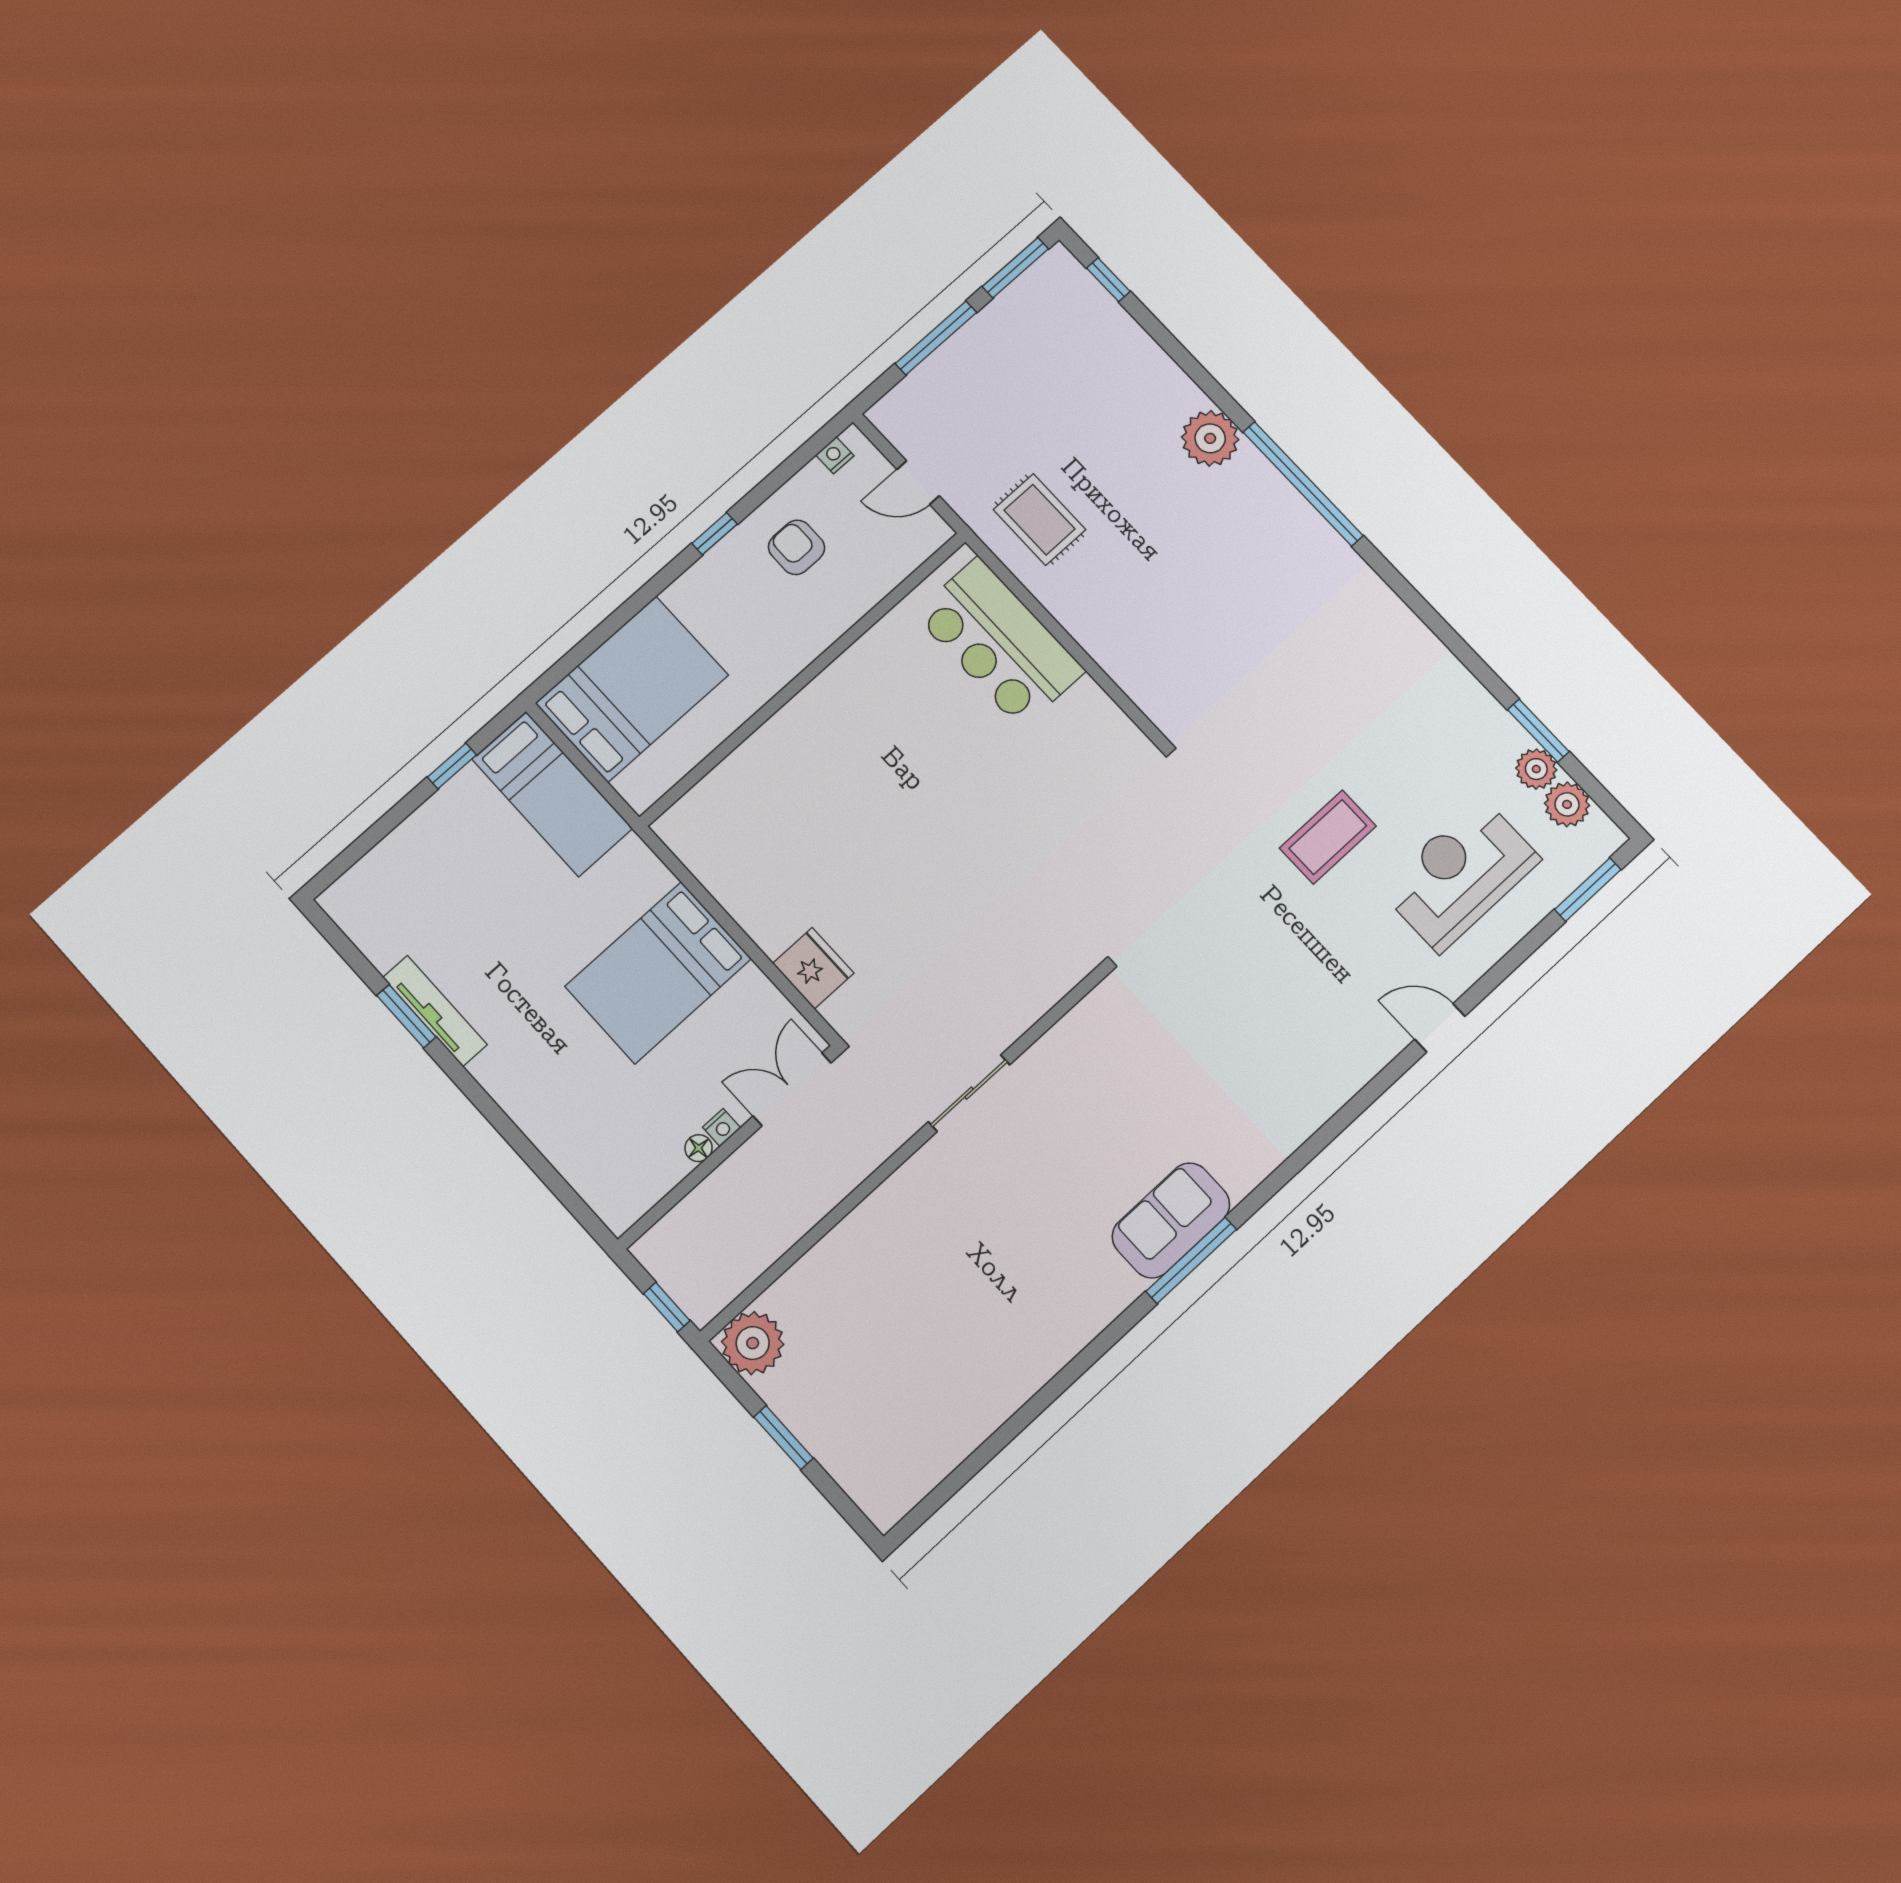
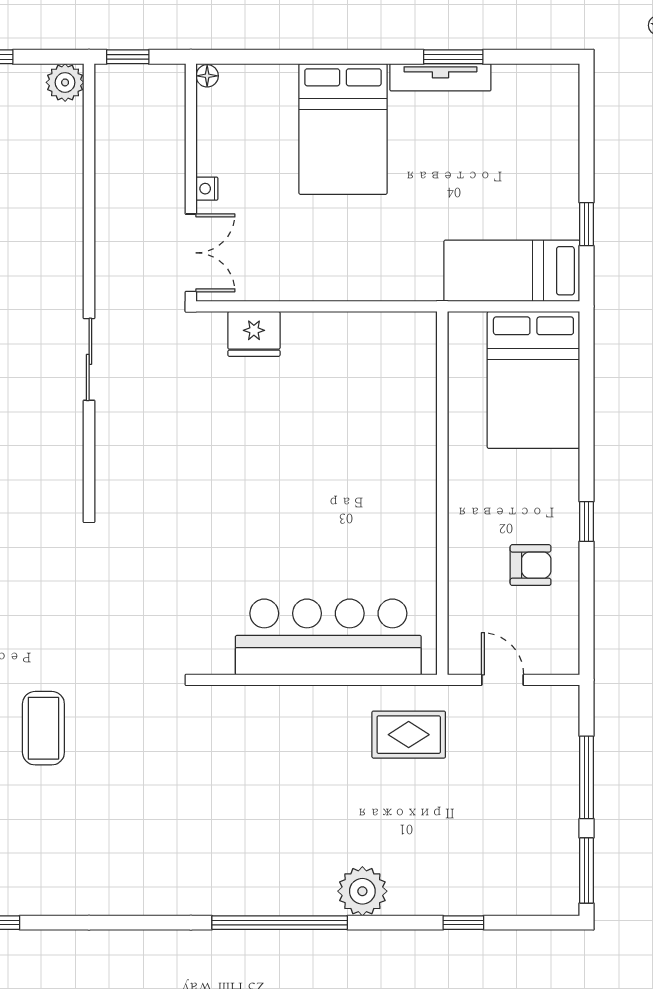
window: (1108, 280) -> (463, 923), moved
nightstand: (835, 455) -> (568, 643), removed
door: (918, 483) -> (503, 680), hinge flipped
bar counter: (999, 642) -> (328, 637), width x1.36
bed: (658, 973) -> (343, 129), moved, turned 180
floor lamp: (699, 1148) -> (207, 76), moved
plant: (753, 1343) -> (65, 82), width x0.73, depth x0.73

